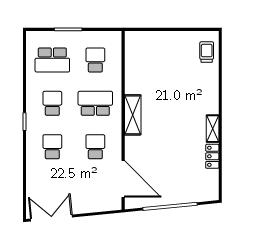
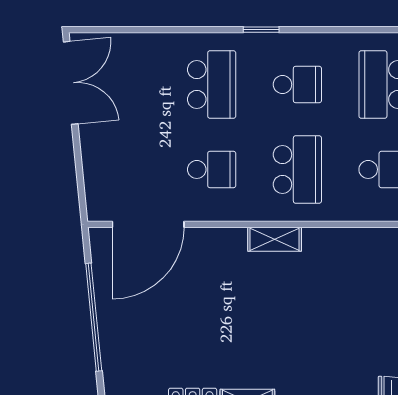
shelving: (133, 115) -> (275, 239), width x0.67, depth x0.75
school desk: (52, 147) -> (212, 84), width x1.85

